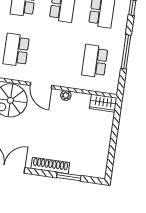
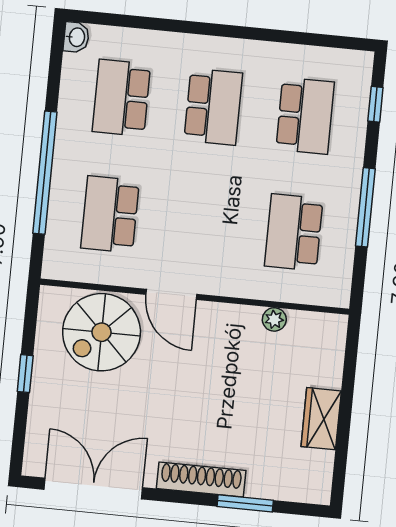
plant: (66, 95) -> (274, 319), moved
wardrobe: (103, 103) -> (321, 419), moved, turned 90

